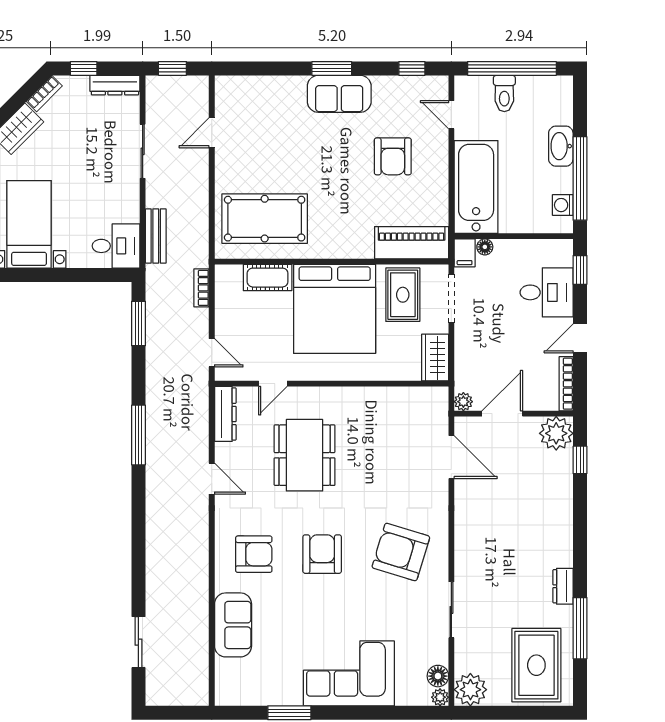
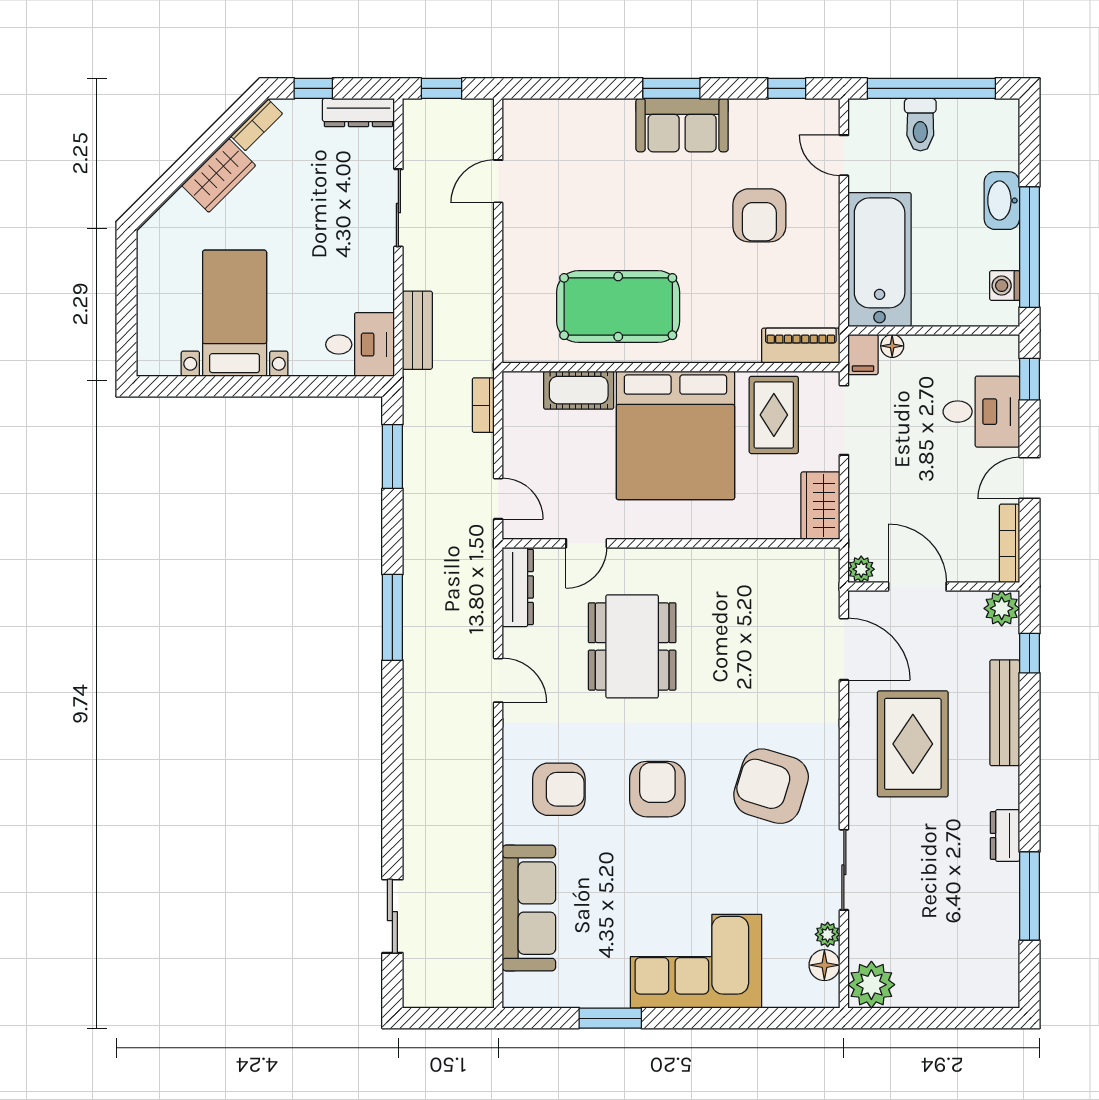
pool table: (265, 219) -> (618, 307), moved
piano: (412, 243) -> (801, 346), width x0.73, depth x0.75
door: (502, 414) -> (917, 587), hinge flipped
plant: (556, 433) -> (1002, 608), width x0.73, depth x0.73
bench: (563, 501) -> (1005, 713), added
sofa: (233, 625) -> (529, 908), width x1.36
rug: (536, 665) -> (913, 744), moved
plant: (440, 697) -> (828, 934), moved

